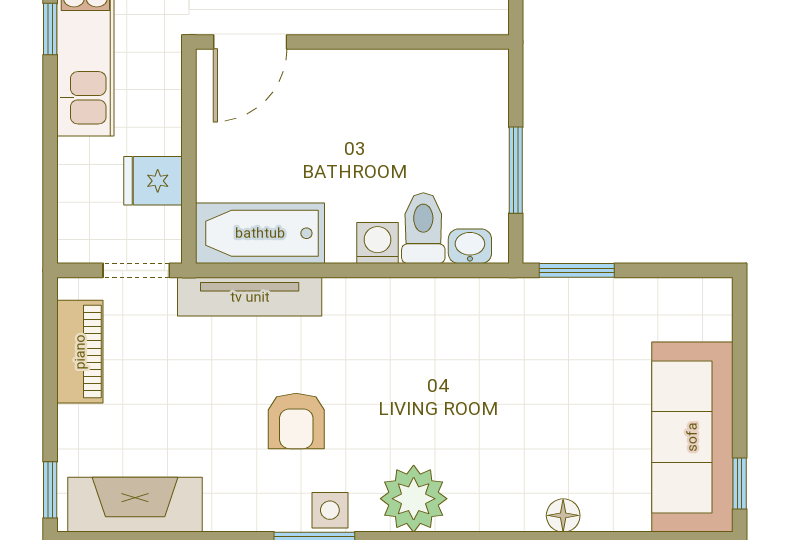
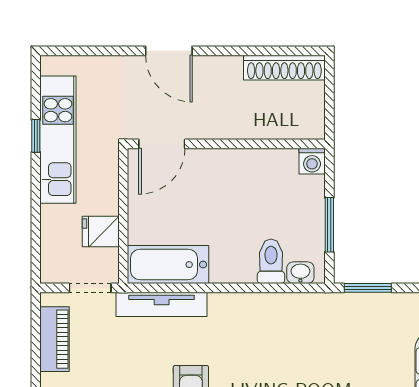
washing machine: (378, 243) -> (312, 161), moved, turned 180

